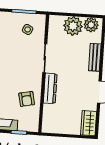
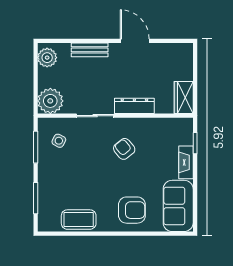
plant: (73, 26) -> (50, 101), moved
armchair: (27, 99) -> (124, 149), moved, turned -117
wardrobe: (89, 123) -> (184, 98), moved, turned 90

